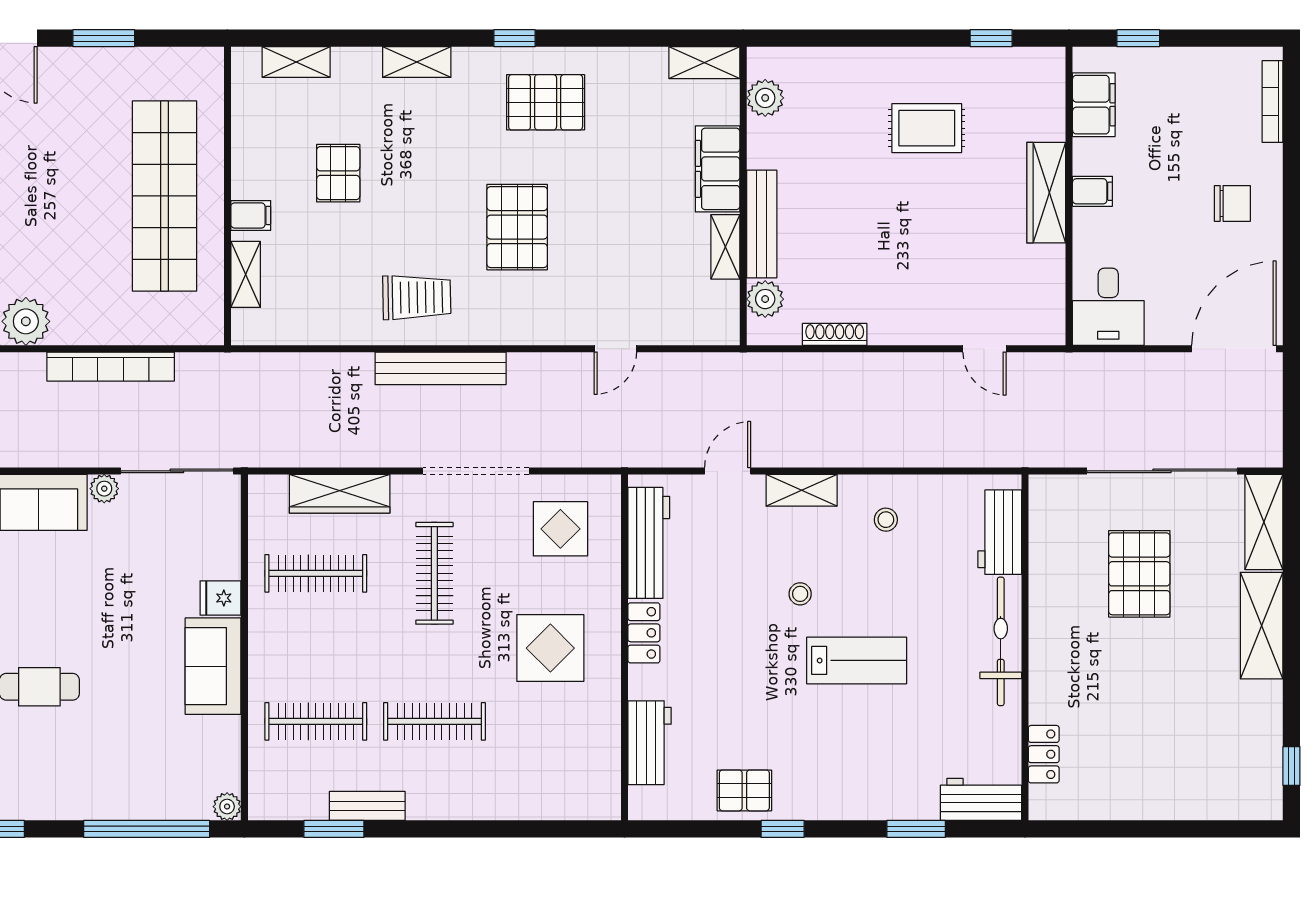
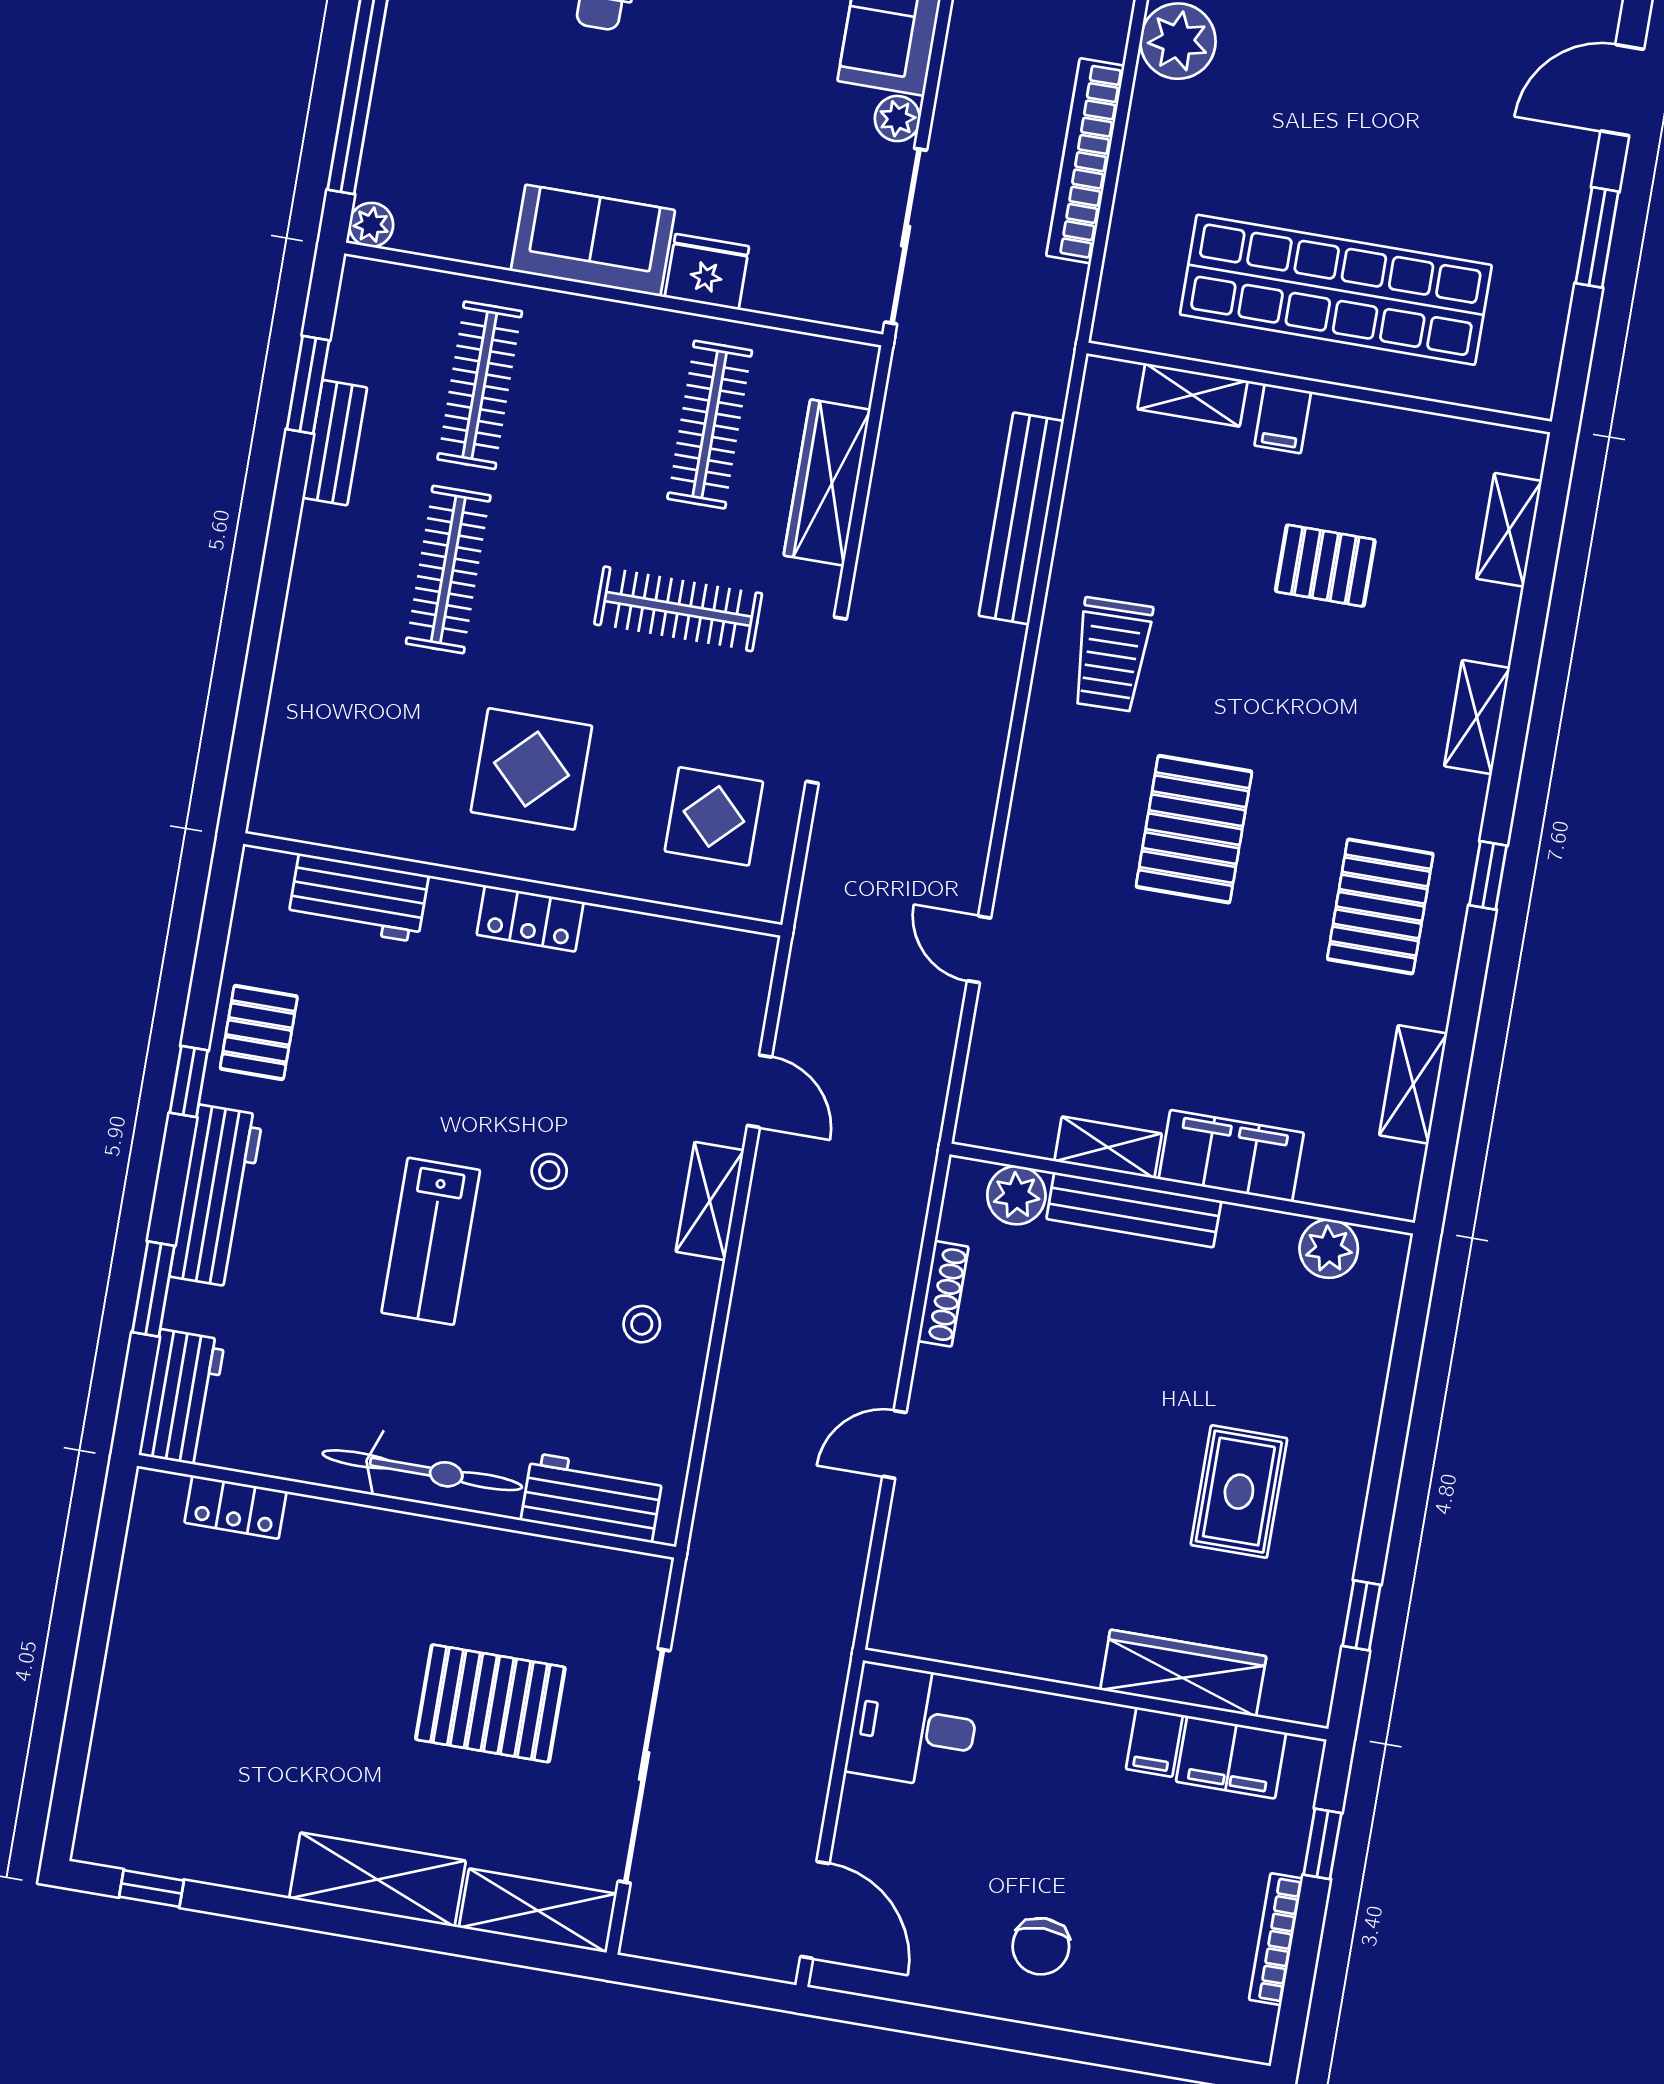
shelving: (704, 63) -> (1413, 1084), moved
bookcase: (1272, 102) -> (1276, 1939), moved, turned -90
filing cabinet: (1092, 191) -> (1154, 1742), moved
wardrobe: (1046, 193) -> (1183, 1673), moved
pallet: (517, 227) -> (1194, 829), turned 90
door: (985, 349) -> (894, 1444), moved
door: (1234, 349) -> (815, 1910), width x0.73
bench: (441, 368) -> (1021, 518), moved
workbench: (649, 543) -> (216, 1196), moved, turned -90
fridge: (221, 598) -> (707, 272), width x1.38

